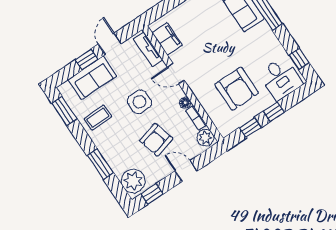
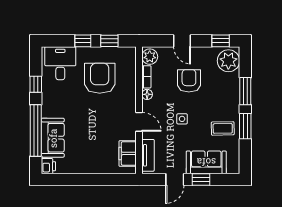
window: (299, 59) -> (36, 84), moved
side table: (140, 102) -> (182, 119), width x0.54, depth x0.54
window: (64, 111) -> (245, 126), moved
armchair: (156, 140) -> (189, 81), turned -75

